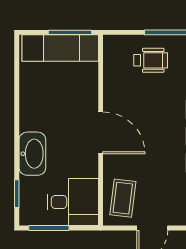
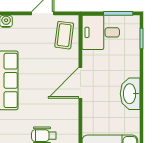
door: (101, 133) -> (80, 83), hinge flipped
washbasin: (32, 154) -> (130, 94), moved

